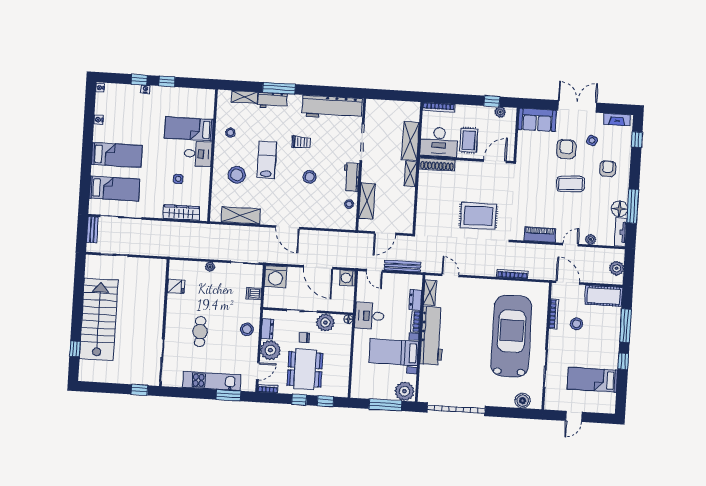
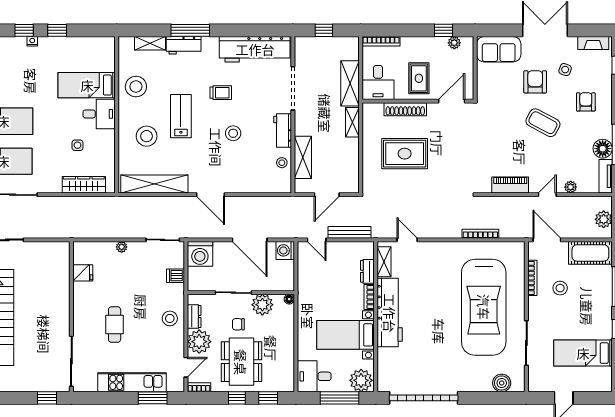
window: (391, 95) -> (324, 30), added
stool: (230, 133) -> (136, 87), width x1.89, depth x1.89
desk: (439, 142) -> (378, 83), width x0.73
shoe rack: (437, 164) -> (405, 109), moved
coffee table: (571, 184) -> (543, 123), turned 31
shelving: (241, 215) -> (154, 184), width x1.47
rug: (478, 216) -> (405, 154), moved
desk: (370, 316) -> (314, 376), moved
car: (511, 336) -> (484, 307), turned 180

